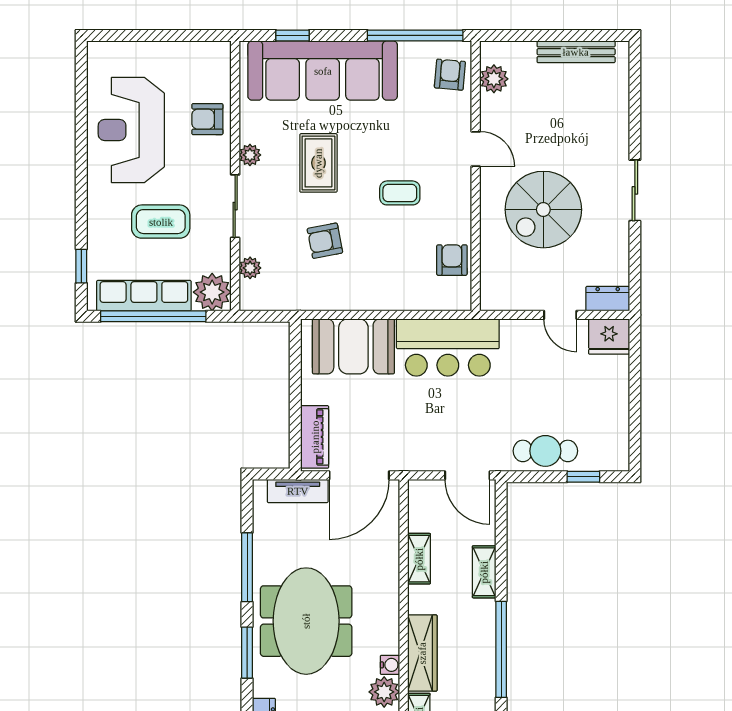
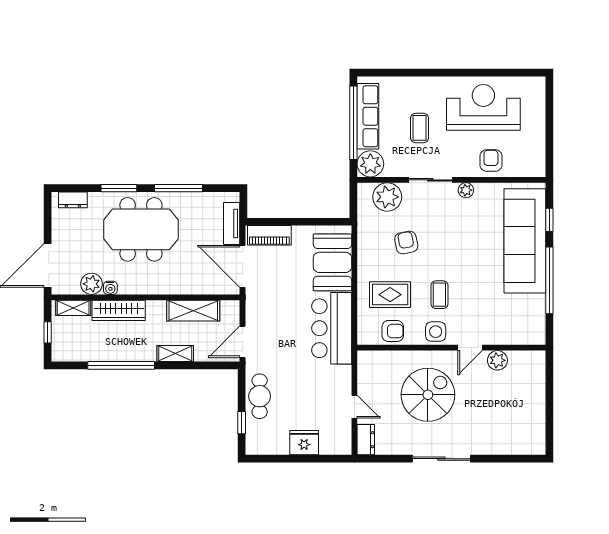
window: (415, 35) -> (549, 280), moved
bench: (576, 52) -> (538, 418), removed
armchair: (450, 75) -> (522, 330), removed
plant: (494, 79) -> (497, 360), moved
rug: (318, 163) -> (390, 295), moved
sliding door: (635, 190) -> (441, 459), width x1.37
side table: (453, 198) -> (436, 332), added
spiral stairs: (543, 210) -> (428, 395), turned 90
coffee table: (161, 222) -> (420, 128), width x0.73, depth x0.77
window: (81, 266) -> (388, 73), removed
plant: (250, 268) -> (387, 197), width x1.87, depth x1.87
door: (560, 315) -> (354, 407), swing flipped
fridge: (609, 337) -> (304, 443), moved, turned 90
shelving: (419, 559) -> (193, 311), width x1.50, depth x1.33

